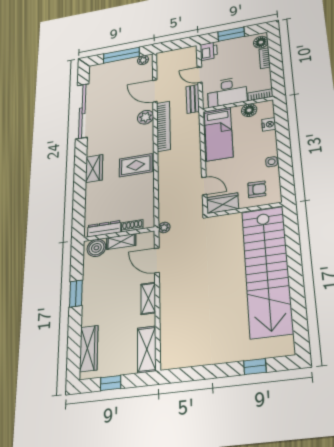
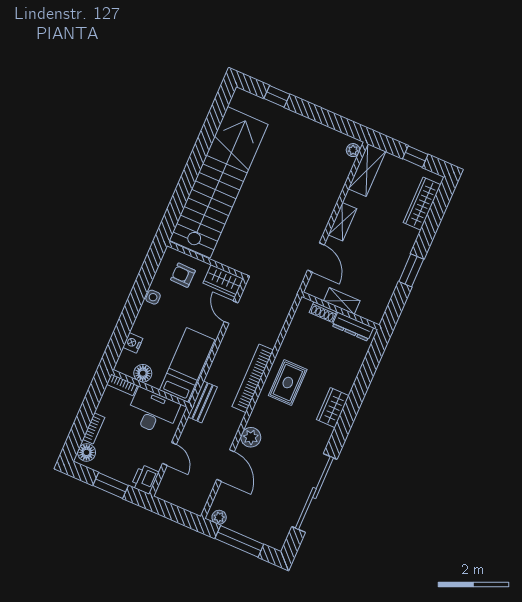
bench: (193, 99) -> (203, 402), moved
bookcase: (163, 126) -> (253, 378), moved
rug: (136, 165) -> (288, 383), turned 90
plant: (164, 228) -> (353, 150), moved
boiler: (96, 248) -> (370, 309), removed

